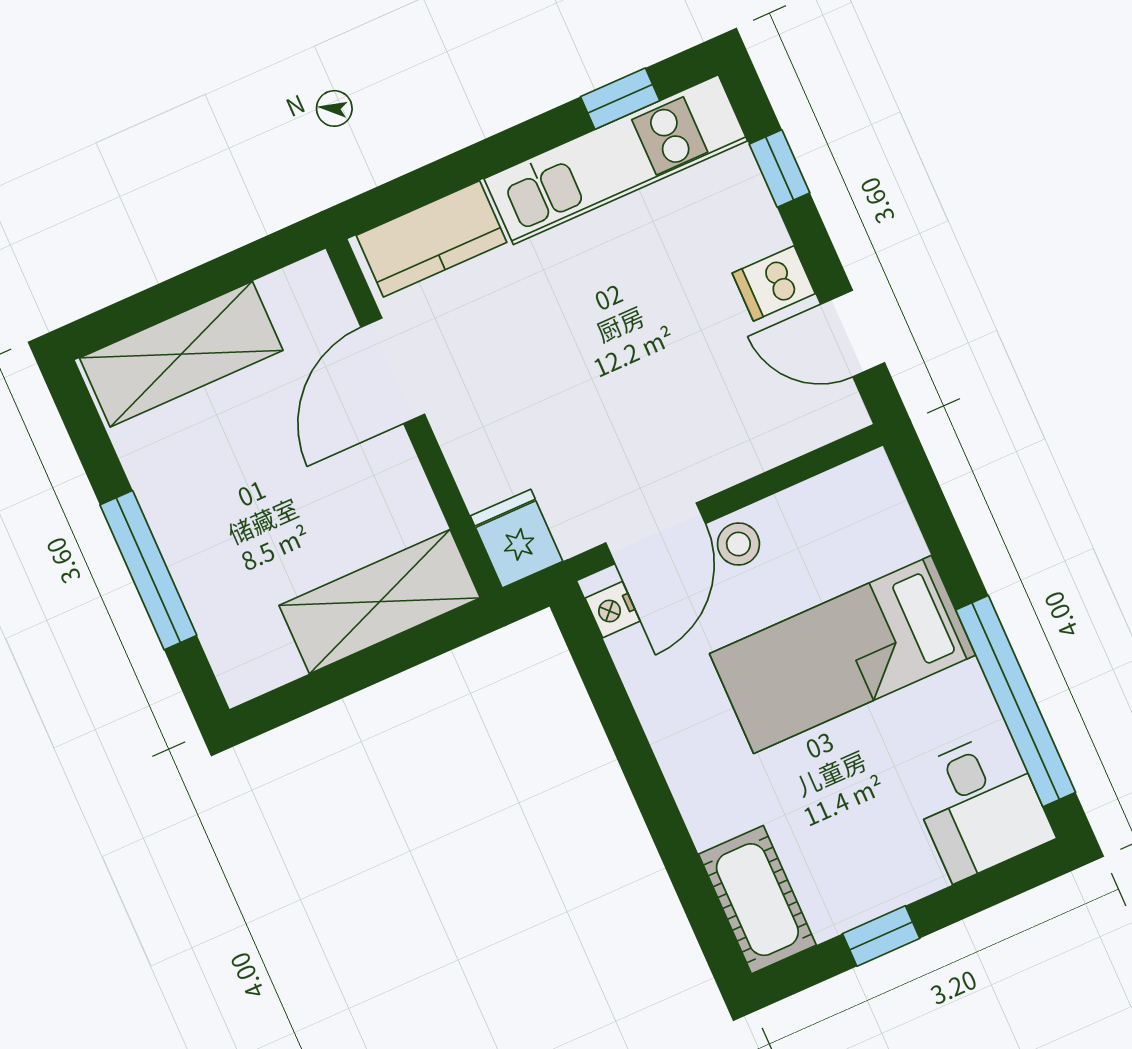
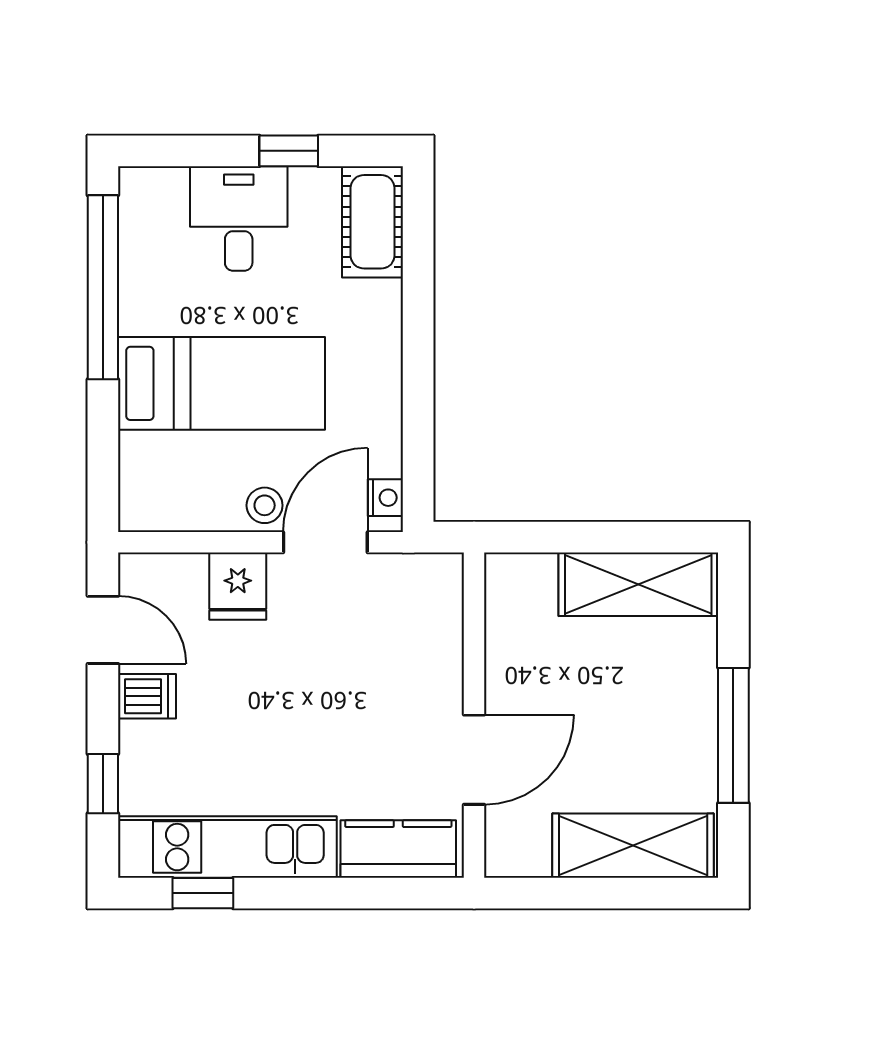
fridge: (517, 539) -> (238, 586), moved
window: (148, 570) -> (733, 735), moved
shelving: (380, 602) -> (638, 584), moved
desk: (980, 805) -> (239, 218), moved

